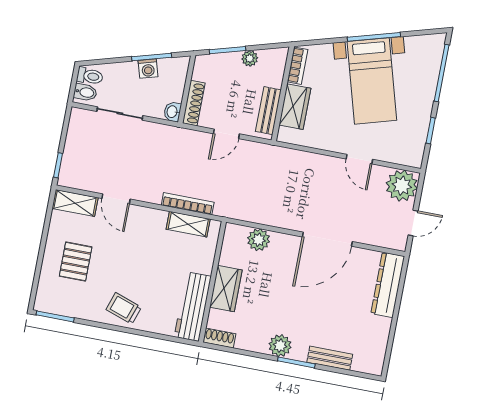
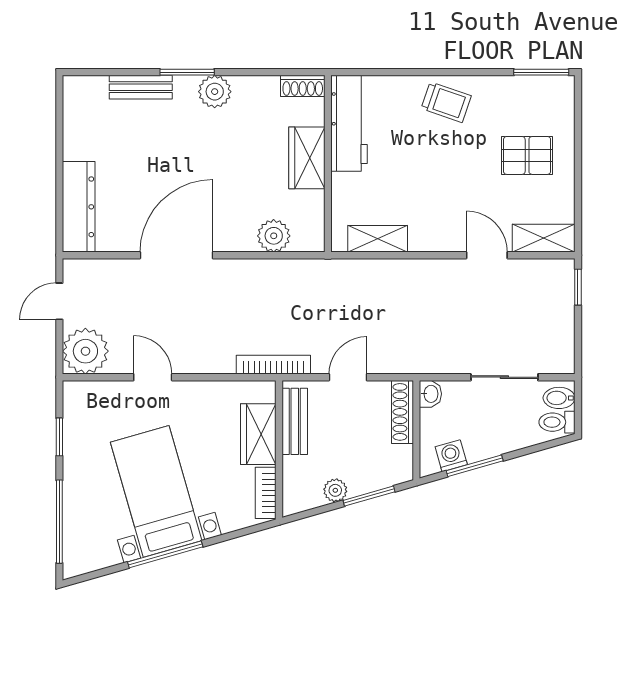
washing machine: (148, 69) -> (451, 456), moved
bookcase: (188, 204) -> (273, 365), moved, turned 180
pallet: (76, 262) -> (527, 155), turned 90

